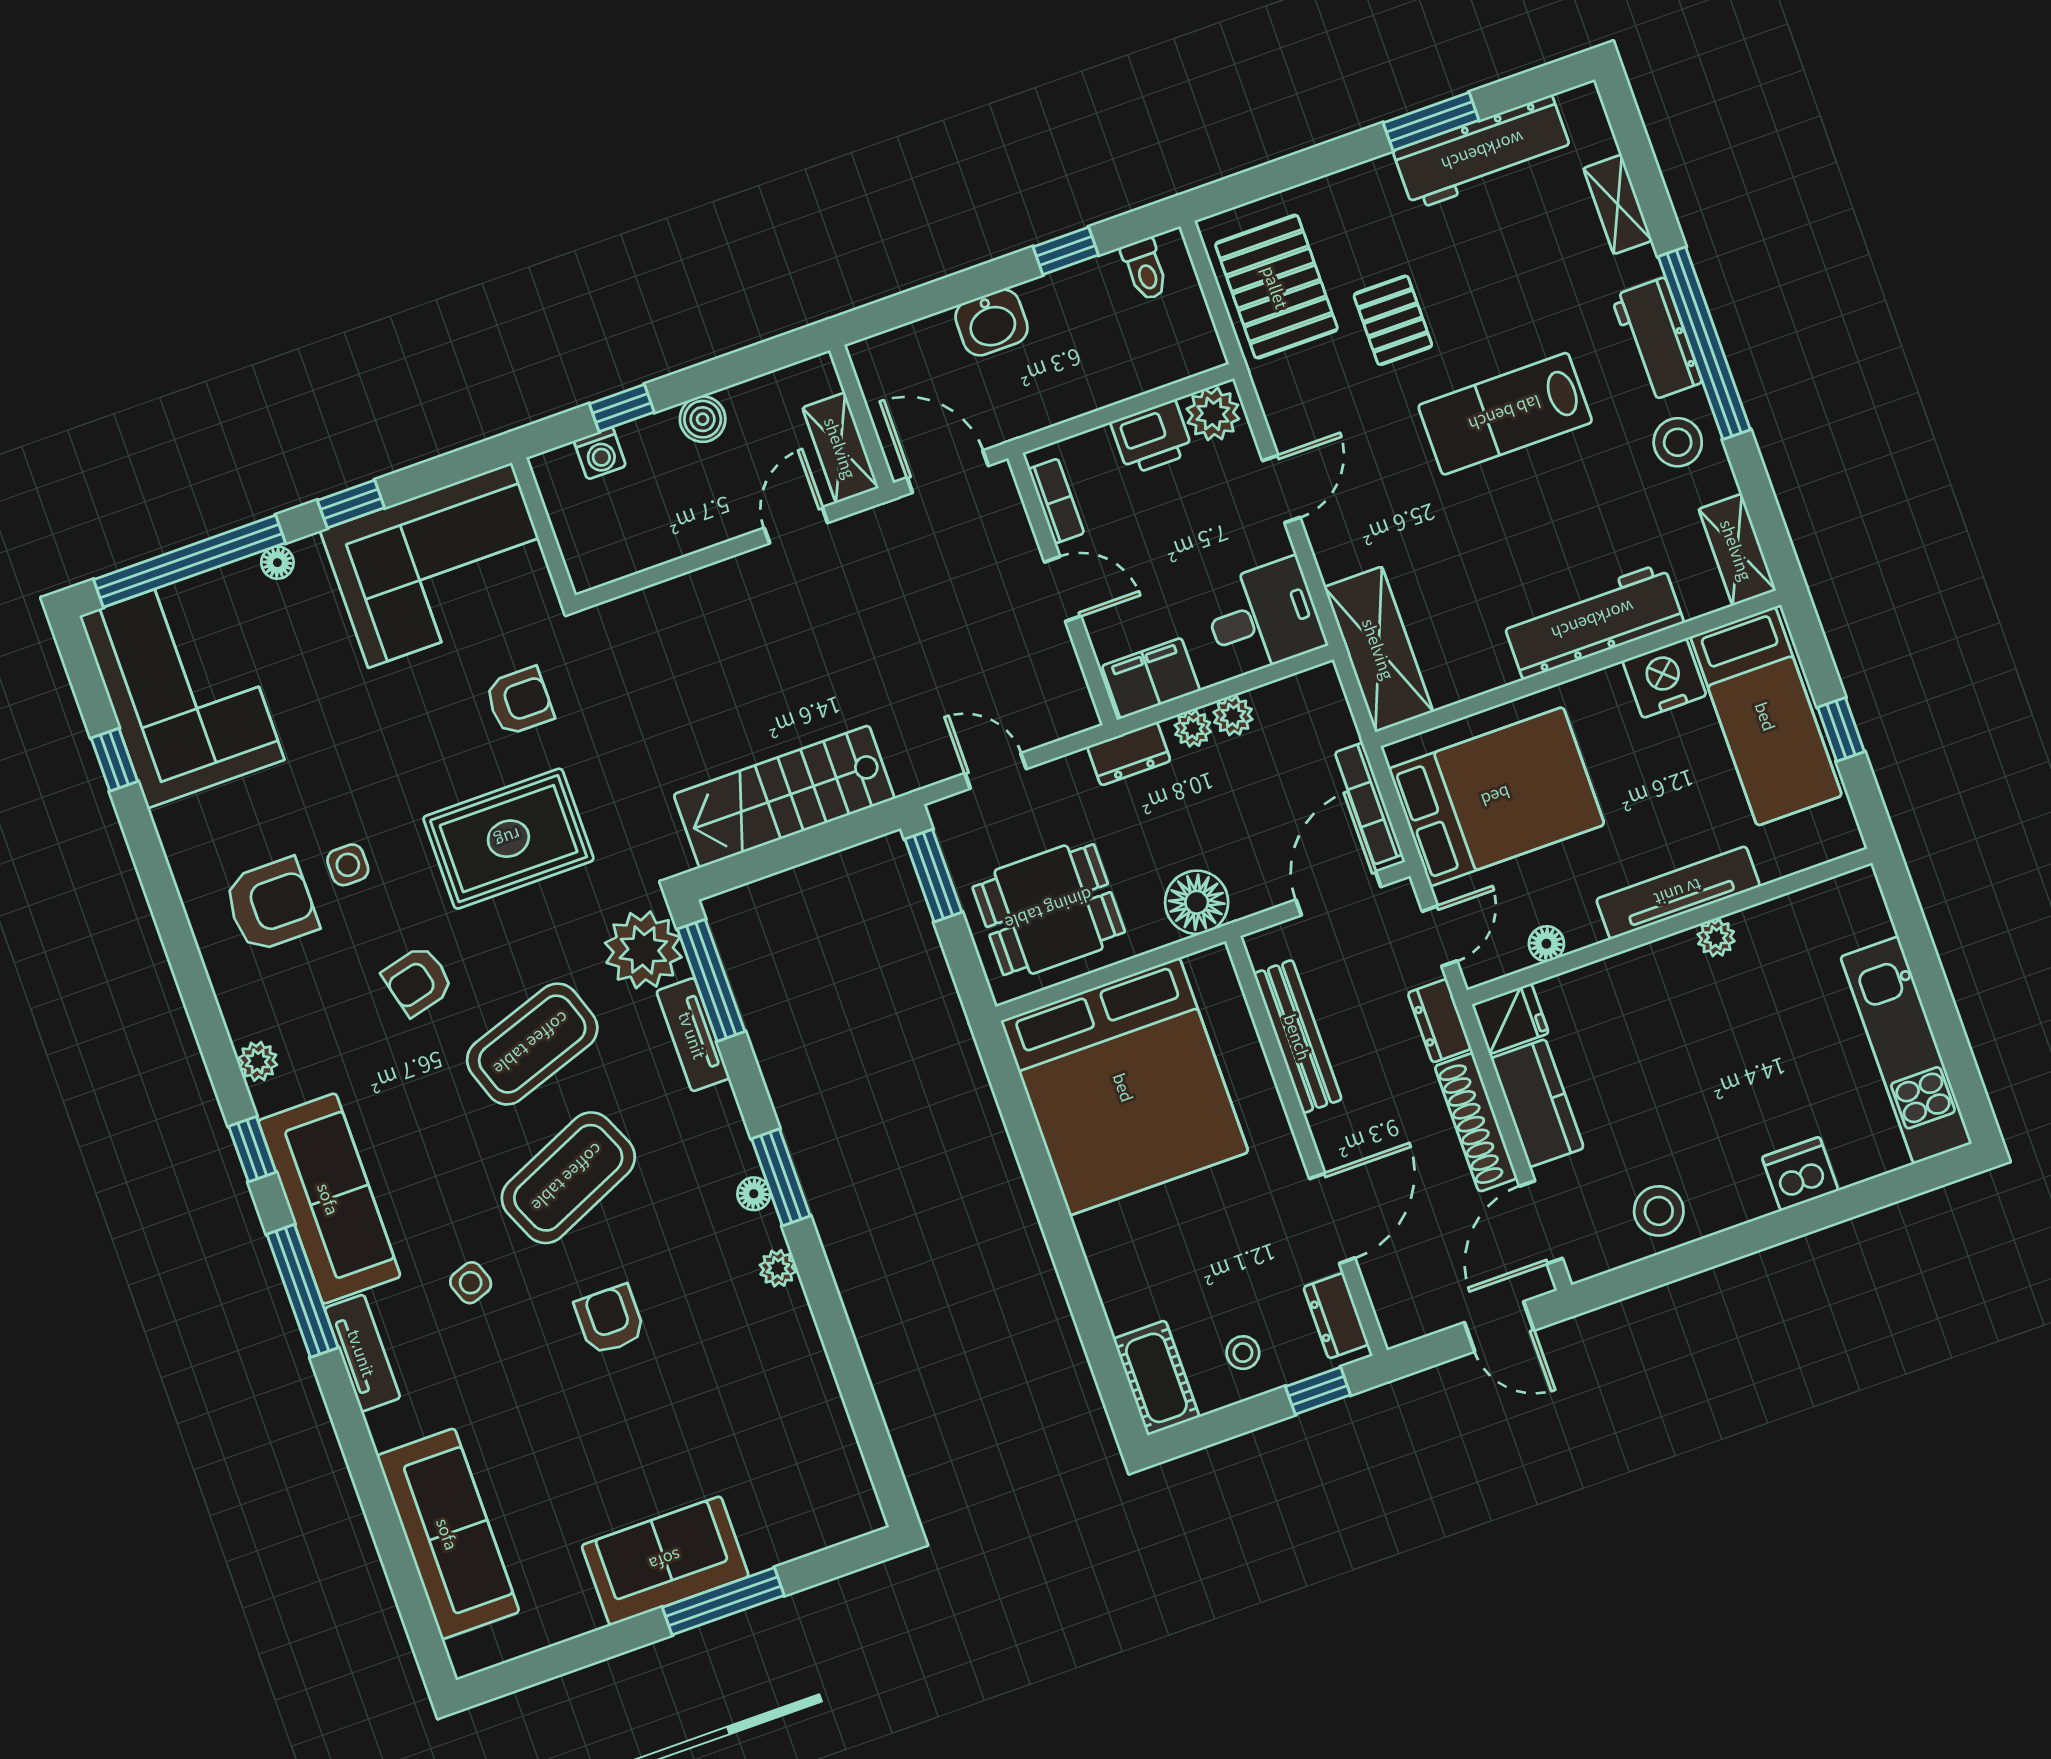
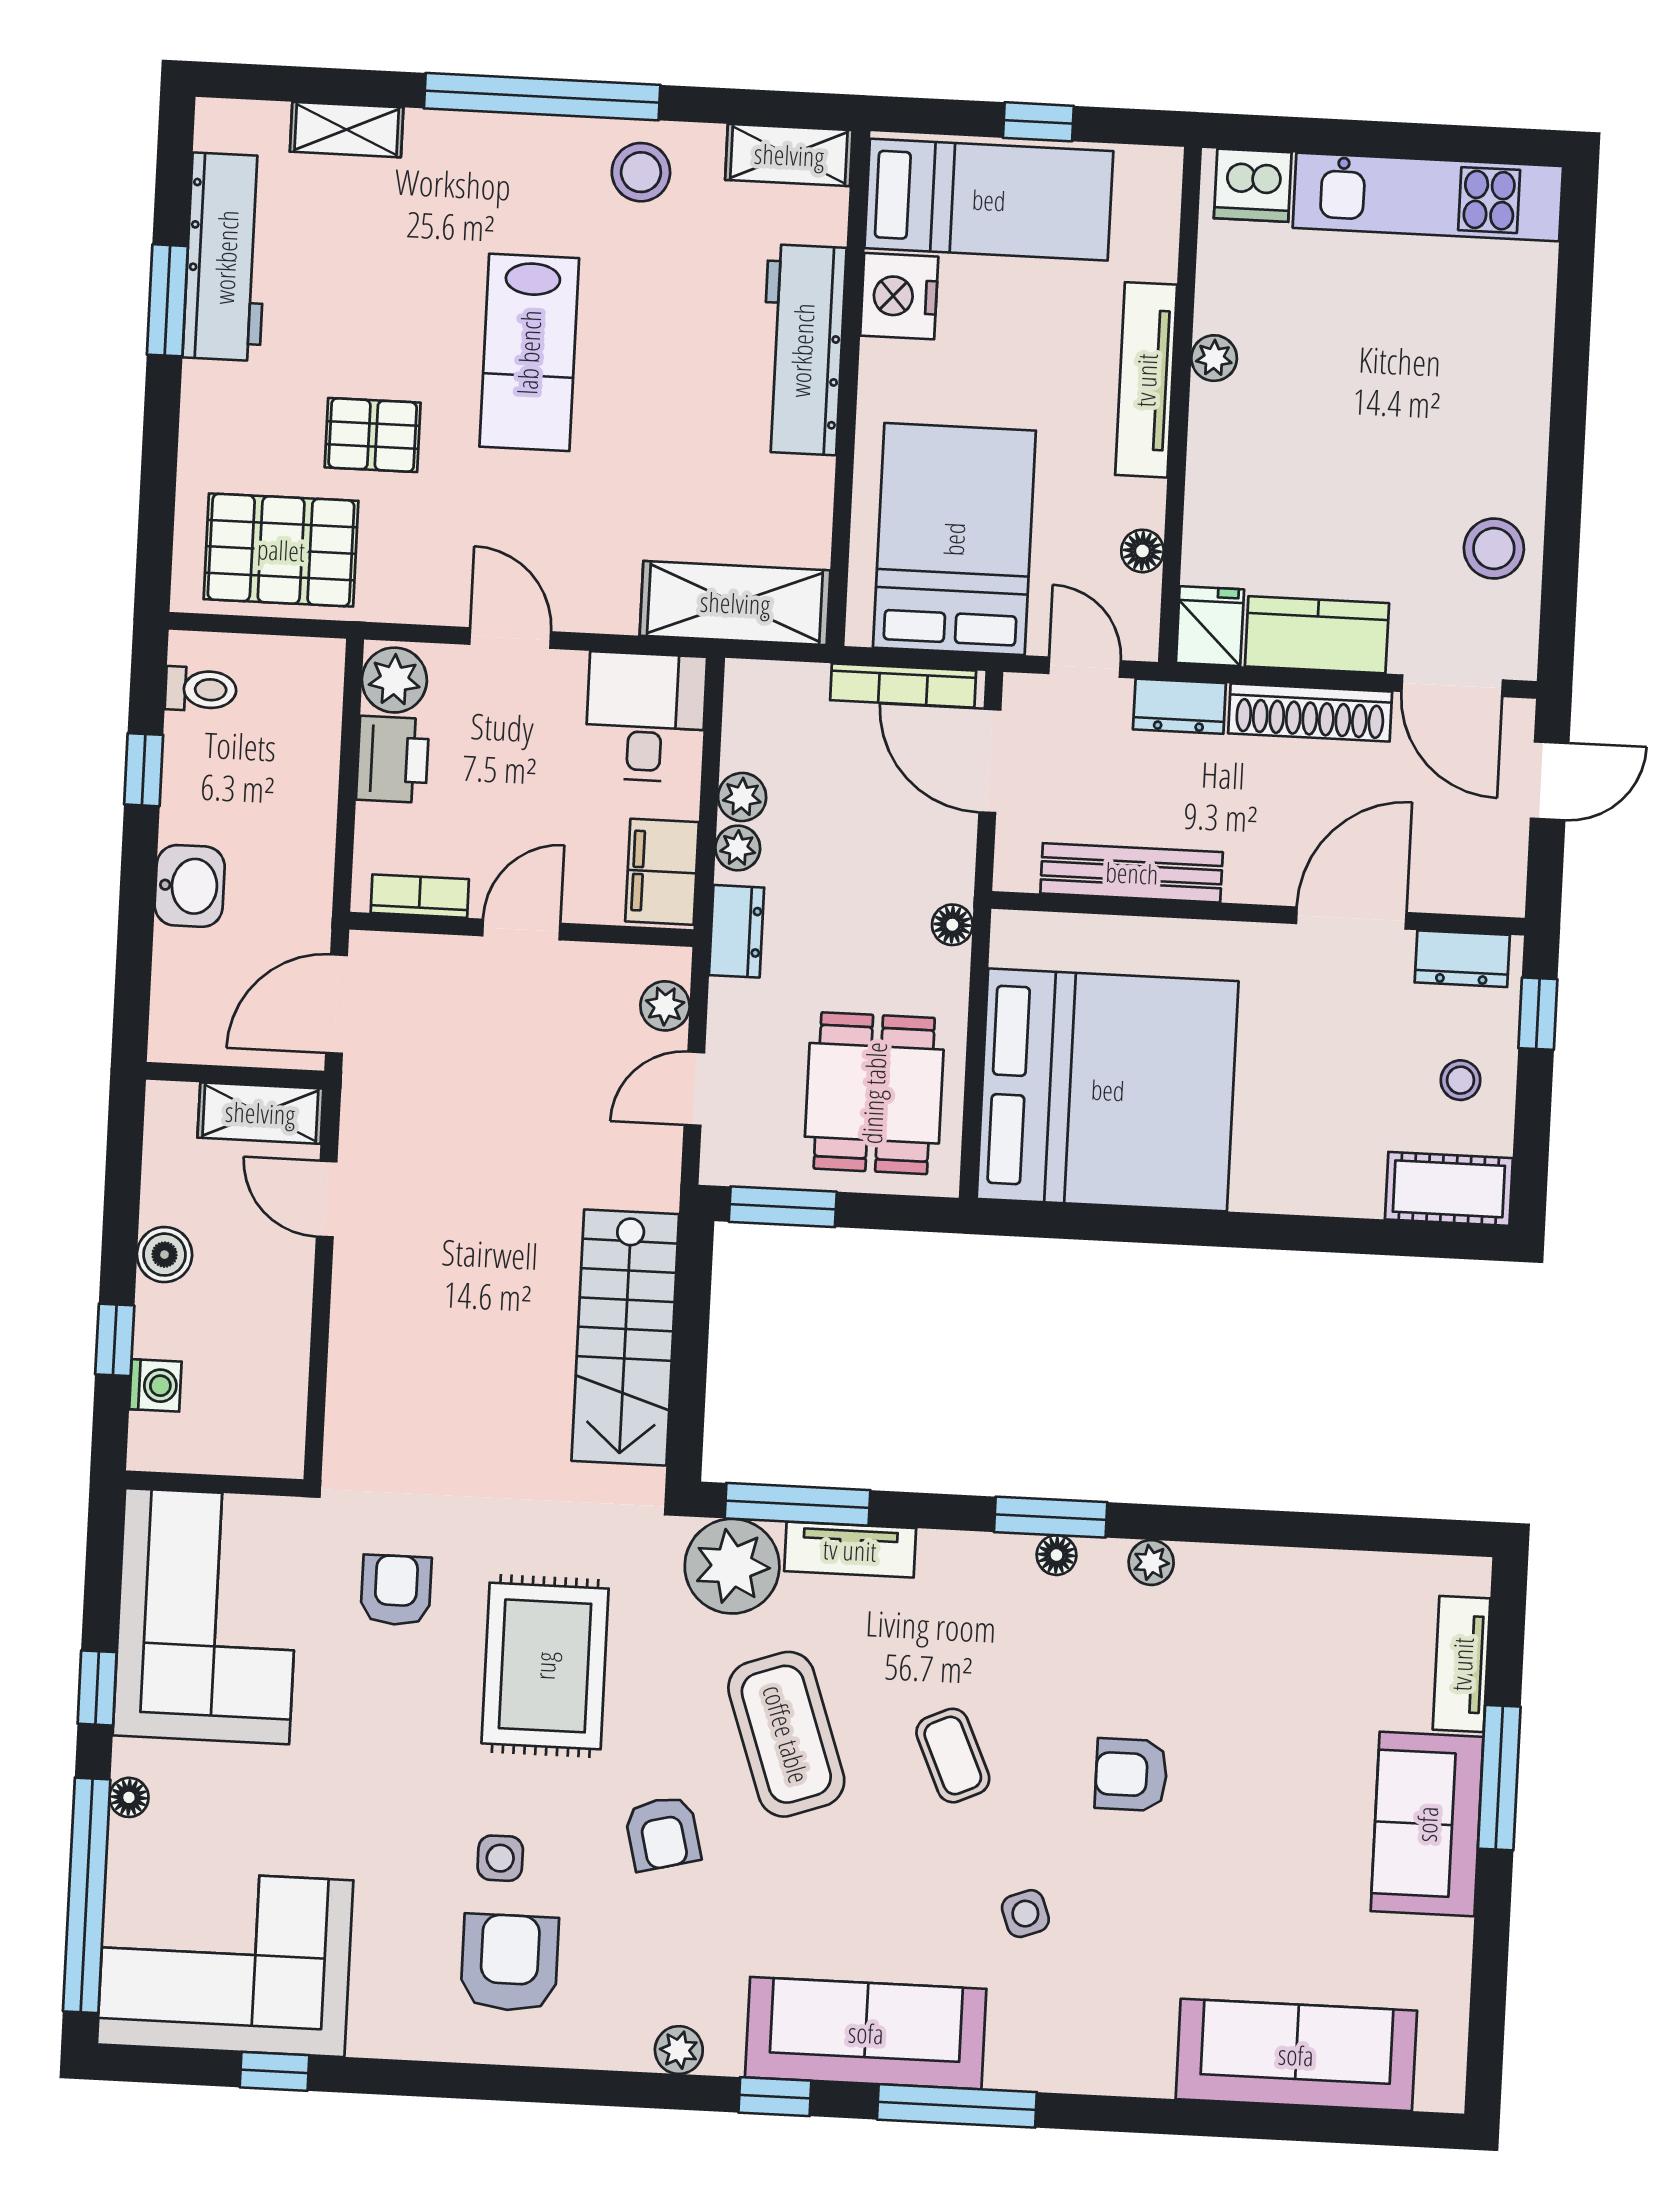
workbench: (1657, 339) -> (516, 148), removed
plant: (1049, 723) -> (665, 1006), added
floor lamp: (1197, 902) -> (952, 925), width x0.53, depth x0.53
dishwasher: (1800, 1174) -> (1253, 185), moved, turned -90
coffee table: (568, 1178) -> (953, 1756), width x0.54, depth x0.58
door: (1332, 1218) -> (1351, 918), hinge flipped
tv unit: (362, 1353) -> (1462, 1664), moved, turned -90

